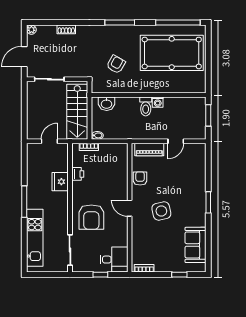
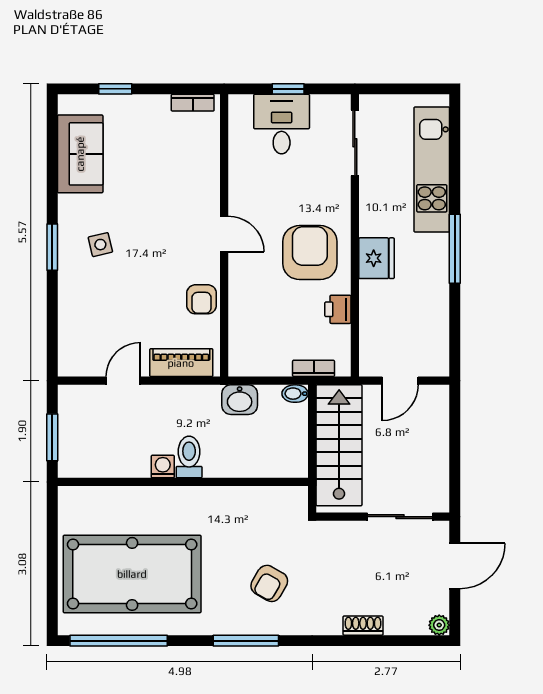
armchair: (116, 64) -> (269, 583), moved
washbasin: (107, 104) -> (240, 400), moved, turned 180
fridge: (60, 182) -> (376, 258), moved
side table: (161, 211) -> (100, 245), moved, width x0.54, depth x0.54
armchair: (91, 217) -> (310, 253), moved
desk: (114, 260) -> (282, 124), moved, turned 90

